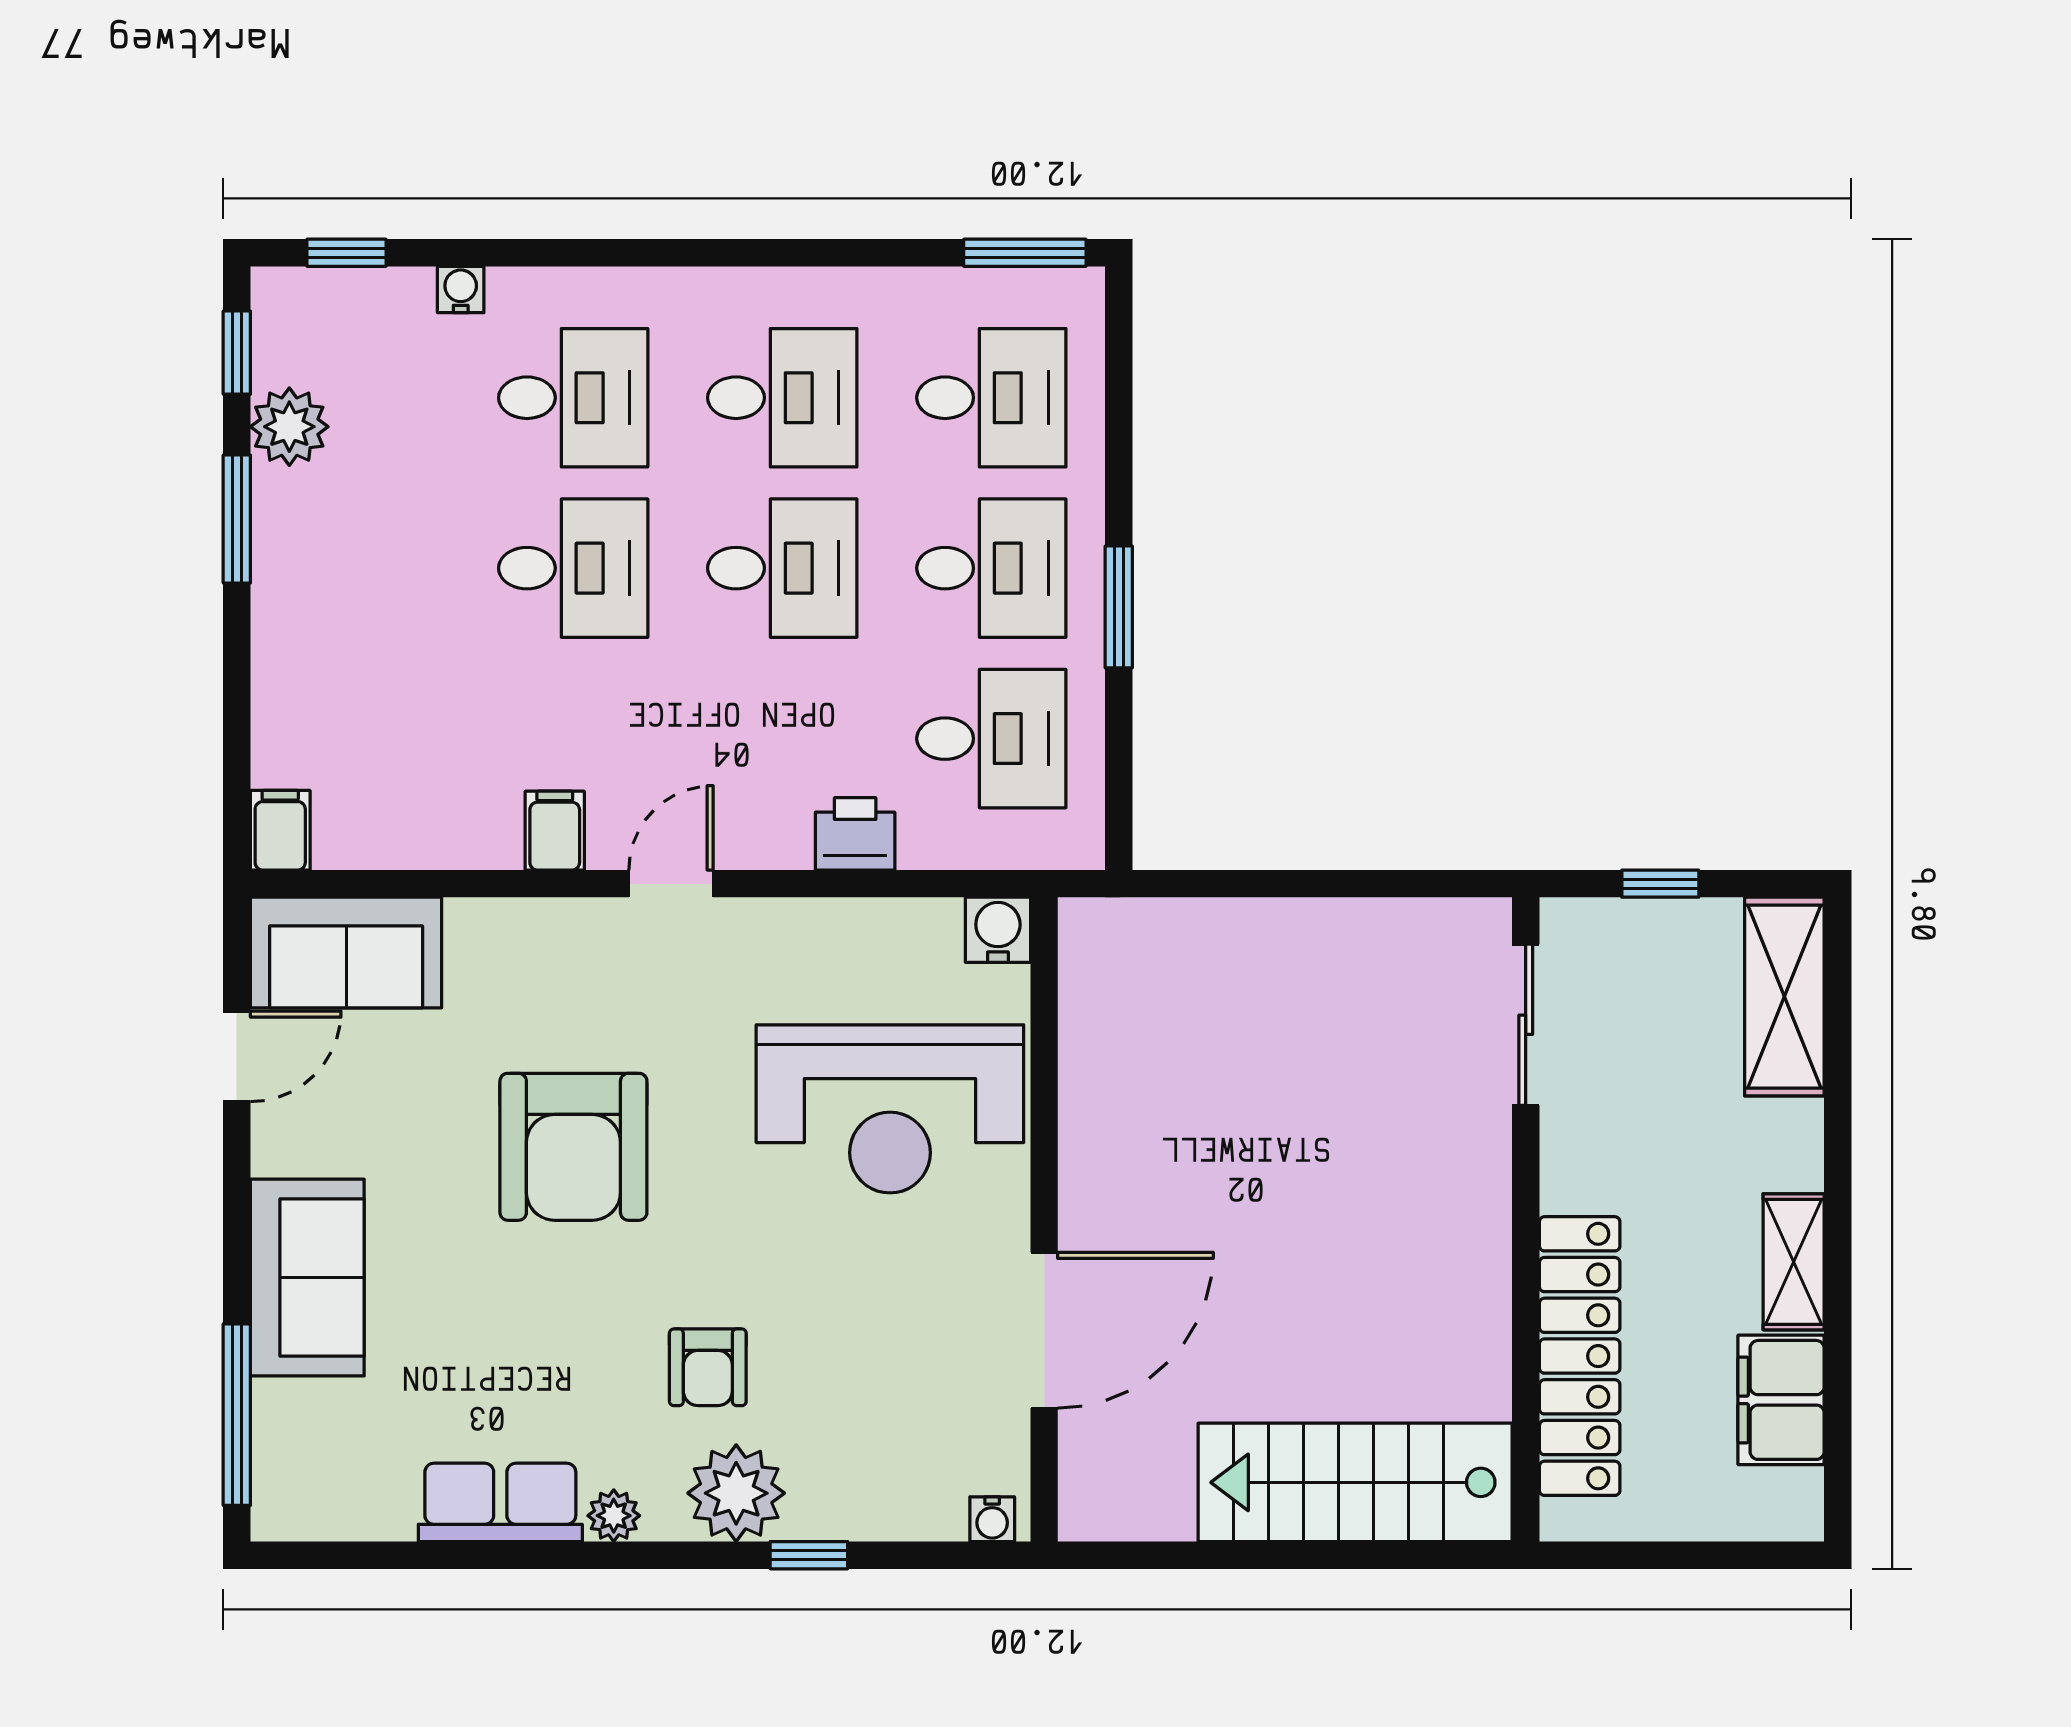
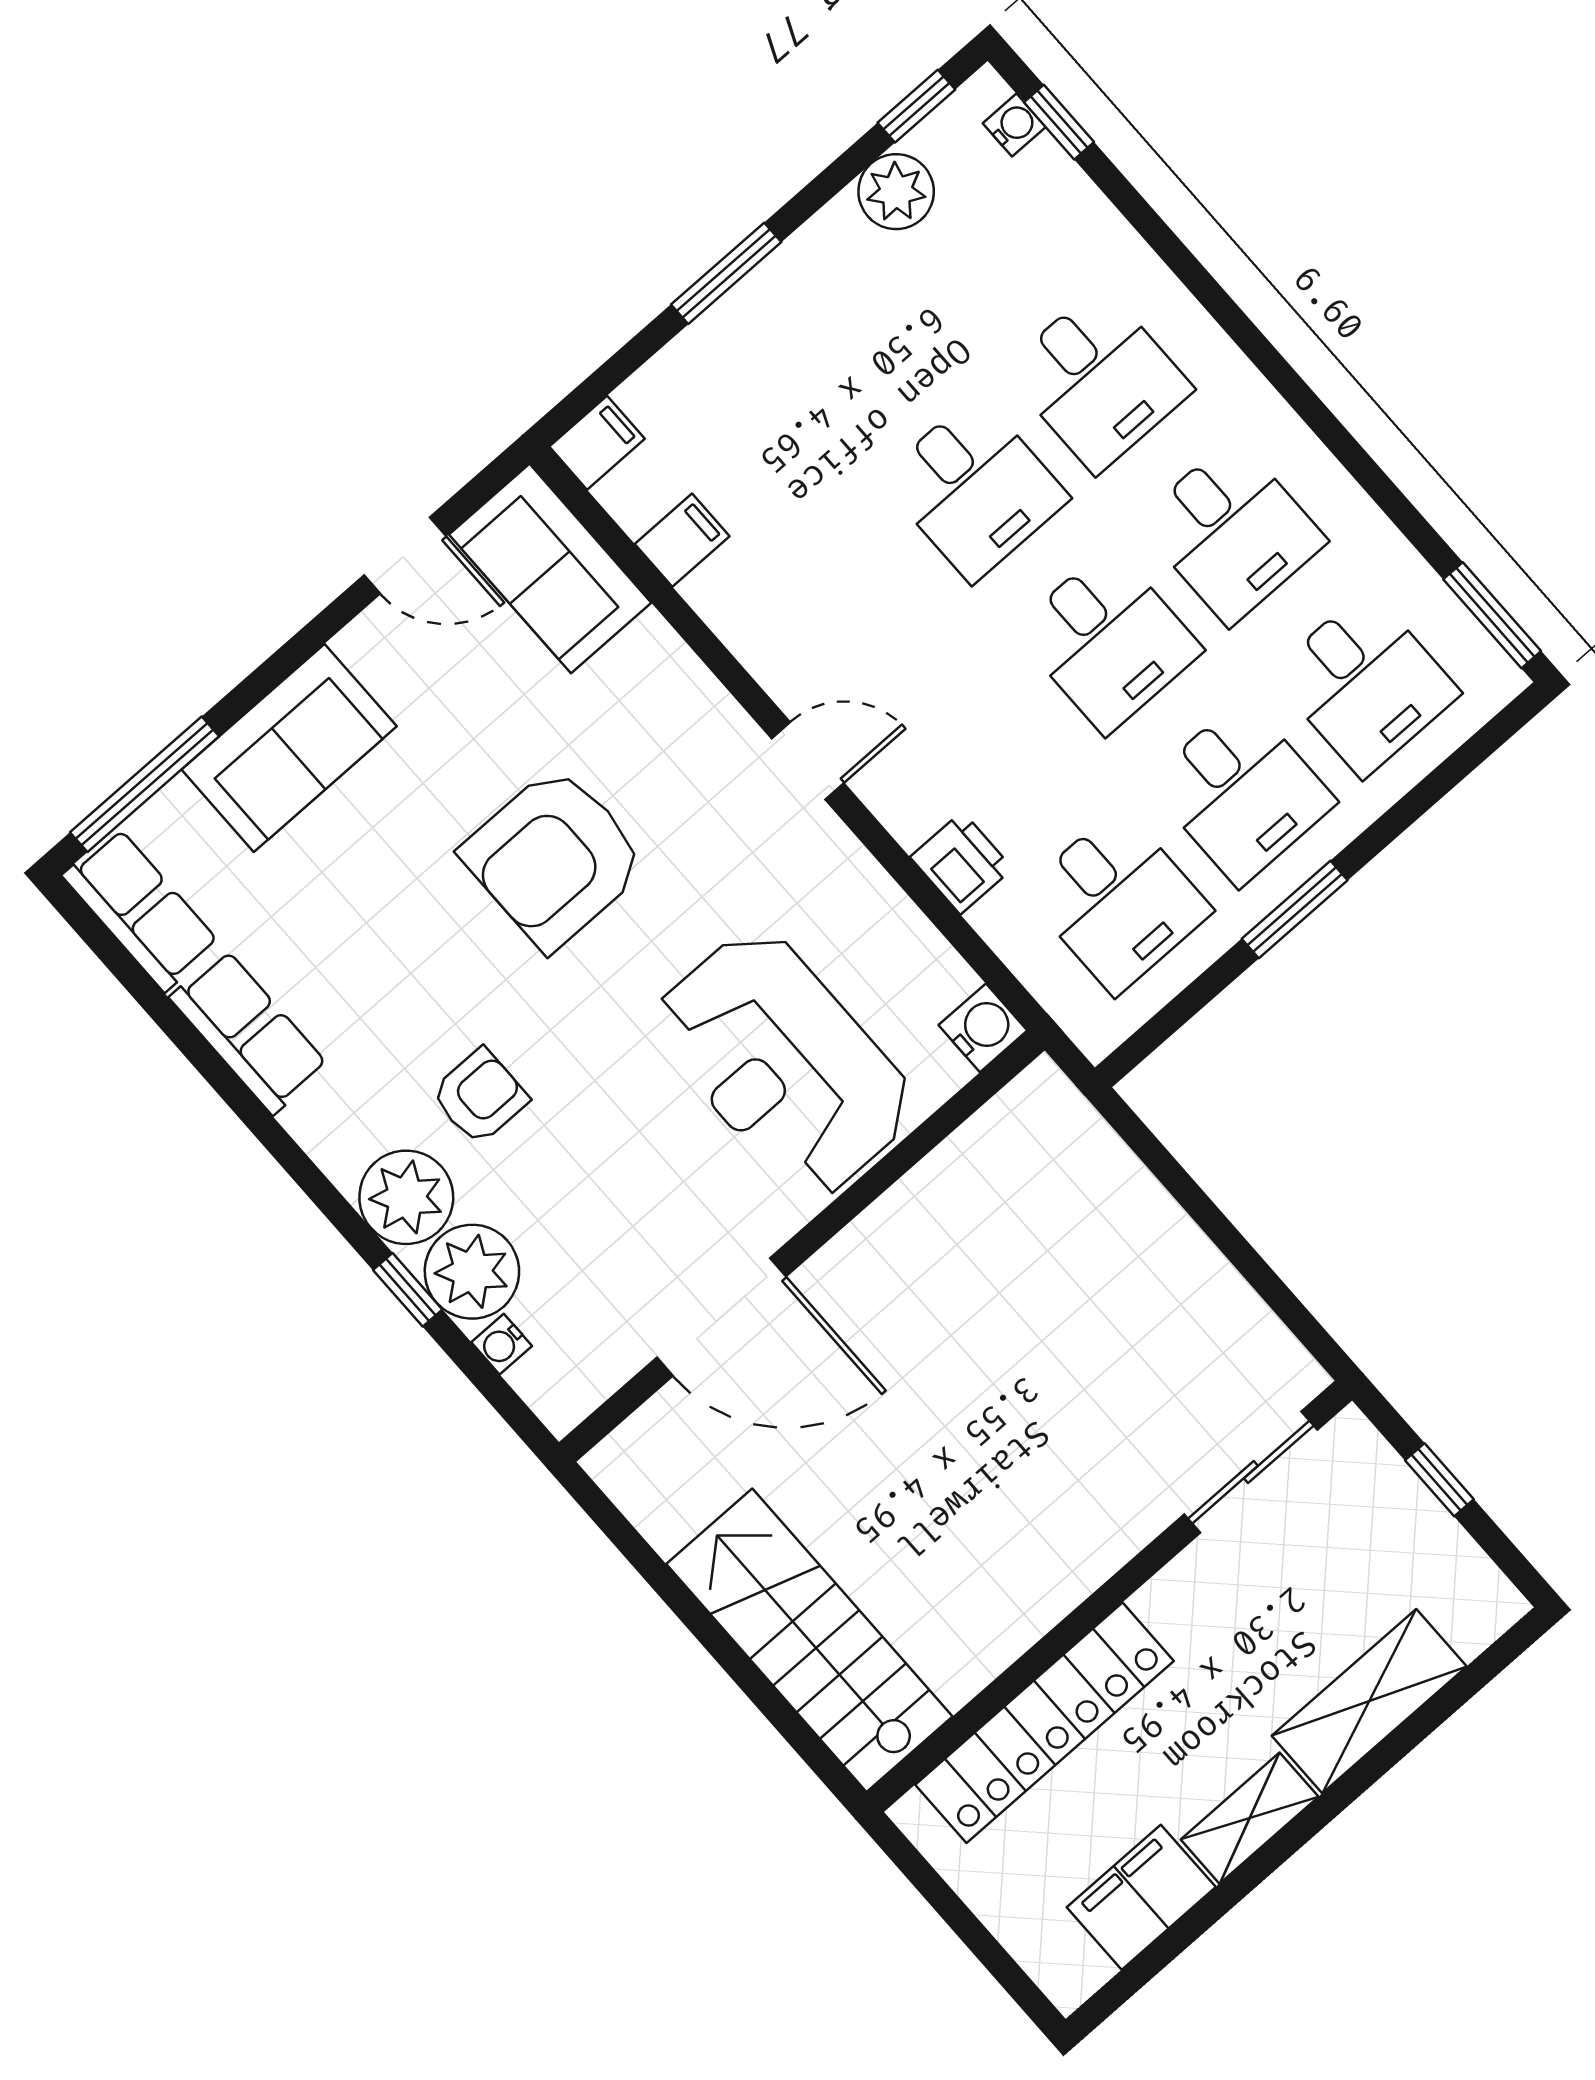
water cooler: (461, 289) -> (1014, 125), moved
window: (237, 519) -> (726, 273), moved
filing cabinet: (555, 831) -> (682, 540), moved
shelving: (1784, 997) -> (1369, 1701), moved
armchair: (708, 1367) -> (480, 1096), turned 180
row of seats: (332, 1503) -> (141, 909), added
plant: (614, 1516) -> (472, 1272), moved, width x1.88, depth x1.88
water cooler: (992, 1519) -> (502, 1344), moved

